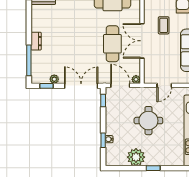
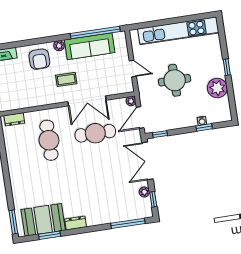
dresser: (36, 41) -> (76, 223), moved

